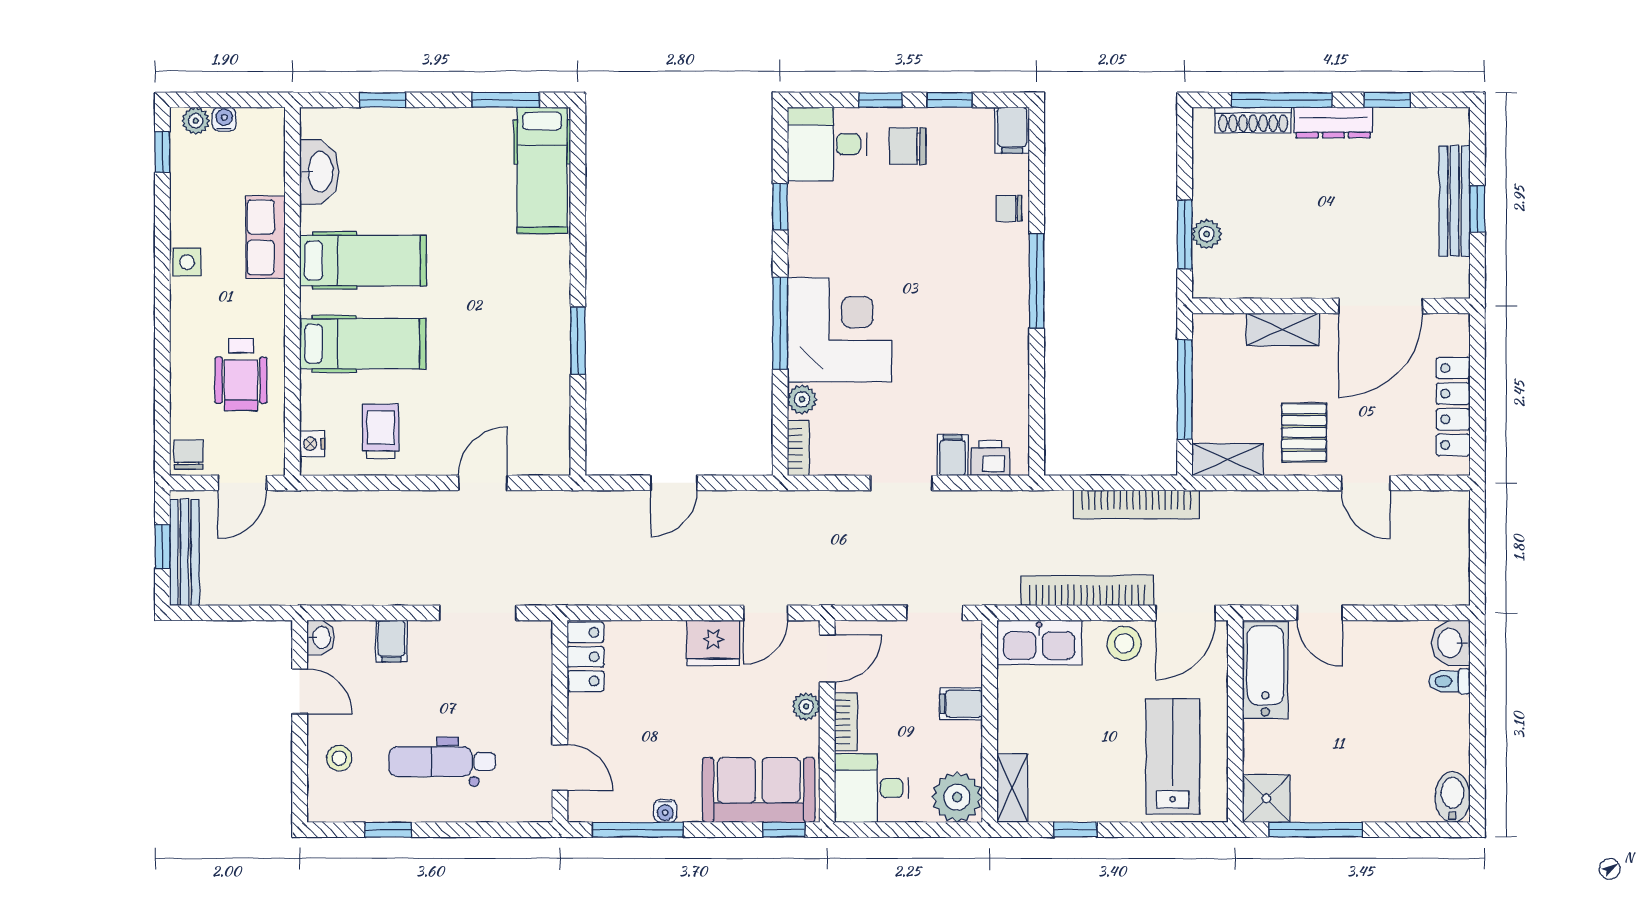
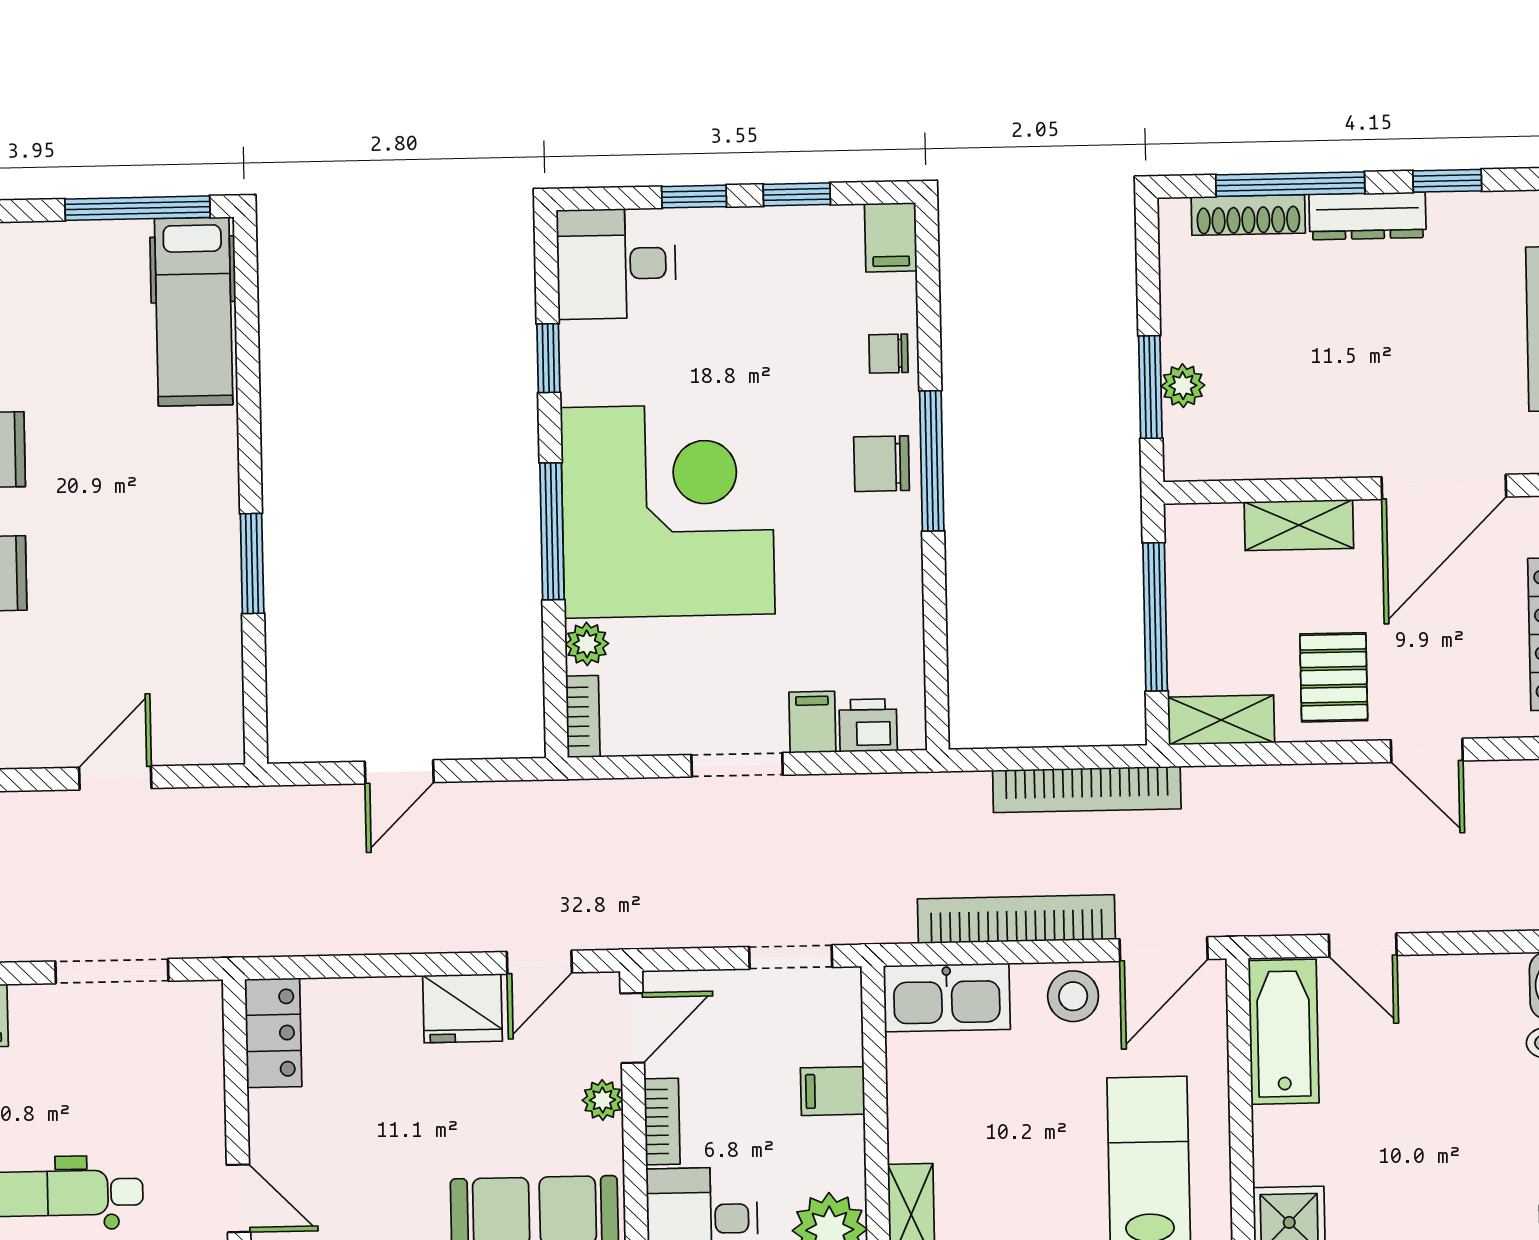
window: (506, 100) -> (137, 208), width x1.44
chair: (907, 146) -> (882, 464), moved
corner desk: (839, 330) -> (668, 511), width x1.36, depth x1.36

